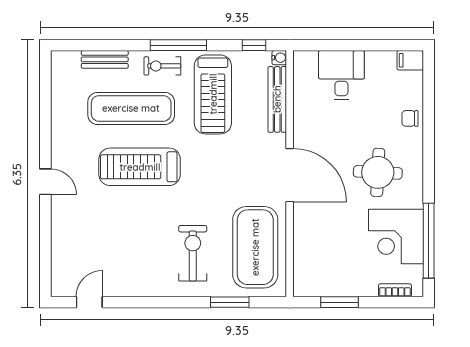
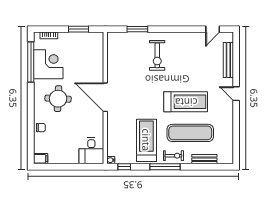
desk: (341, 75) -> (91, 151), moved
bench: (277, 99) -> (228, 60), moved
exercise mat: (255, 247) -> (124, 59), removed

